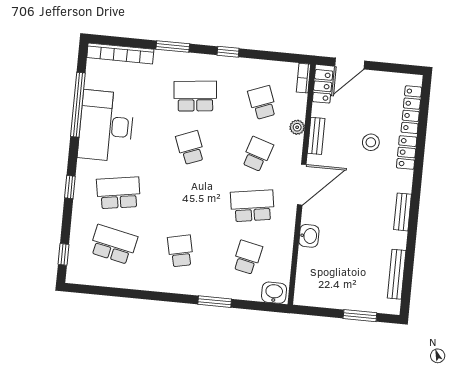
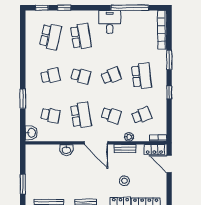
desk: (106, 126) -> (110, 22), width x0.53, depth x0.77
window: (70, 187) -> (64, 8), moved
school desk: (185, 199) -> (81, 76), added

